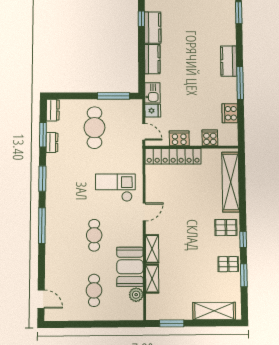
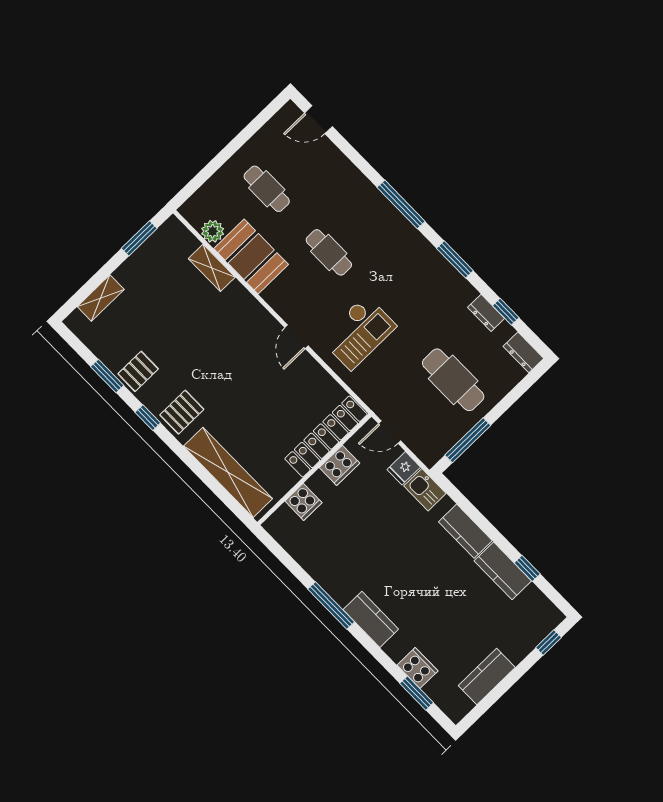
cooker: (230, 113) -> (418, 668), moved
window: (43, 135) -> (506, 312), width x0.67
shelving: (152, 249) -> (245, 302), removed
shelving: (214, 311) -> (101, 298), width x0.67, depth x0.75

